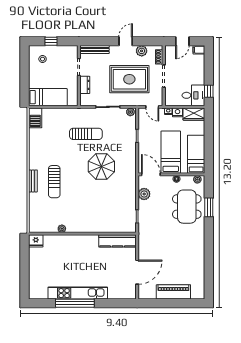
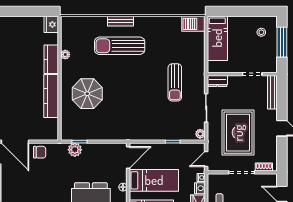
window: (51, 41) -> (282, 42), width x2.17
plant: (142, 51) -> (271, 147), removed
dresser: (85, 85) -> (217, 81), moved
parasol: (101, 166) -> (87, 94), moved
sun lounger: (54, 182) -> (120, 46), width x1.36, depth x1.34
plant: (144, 194) -> (75, 150), moved
kitchen counter: (66, 241) -> (51, 59), added
kitchen counter: (117, 241) -> (51, 96), moved
chair: (146, 251) -> (40, 152), added

